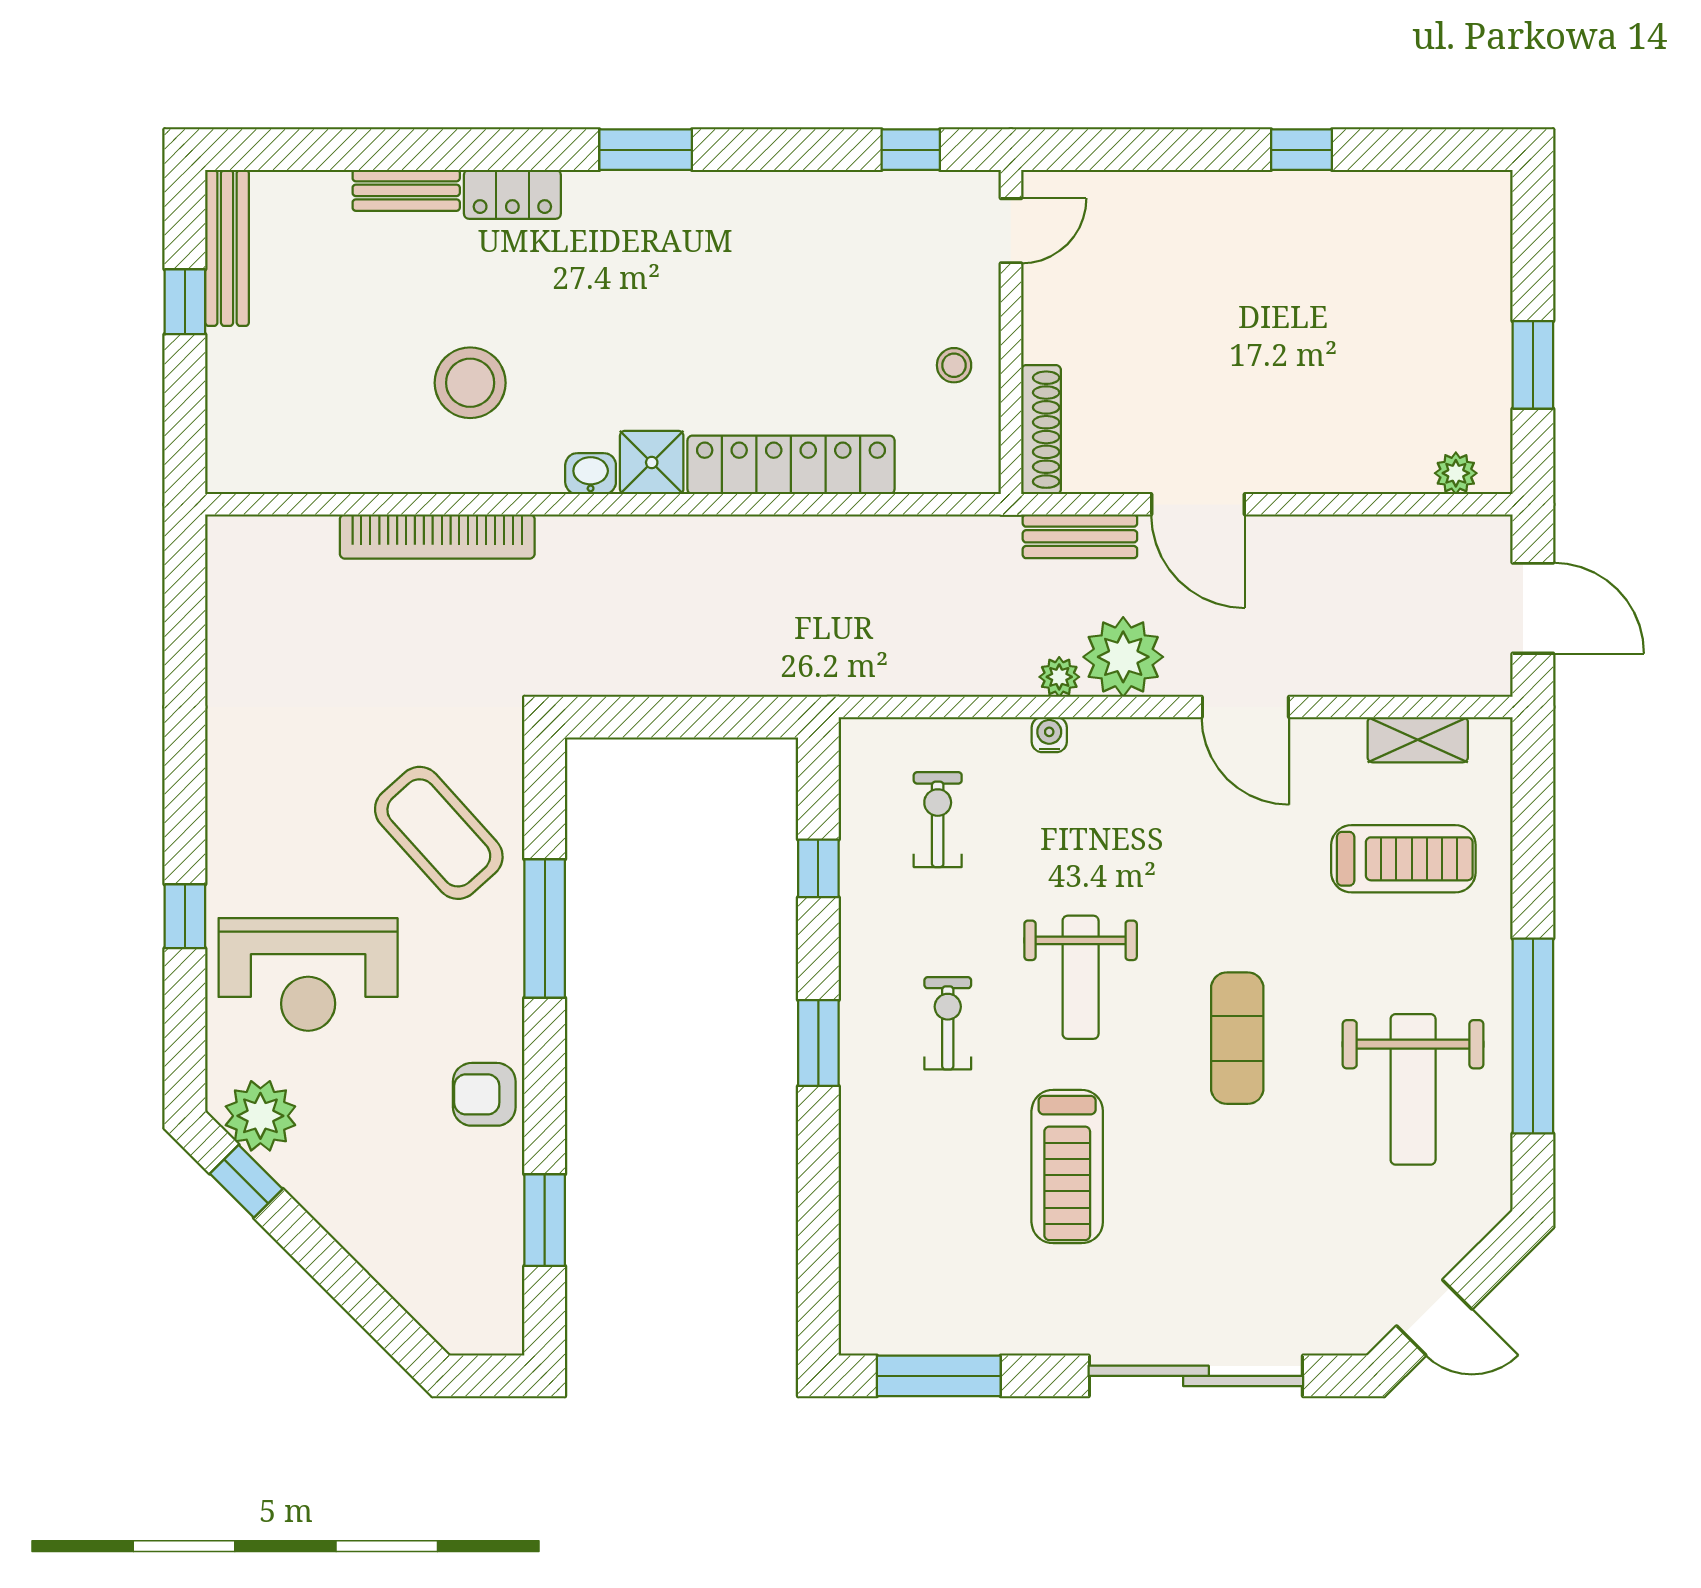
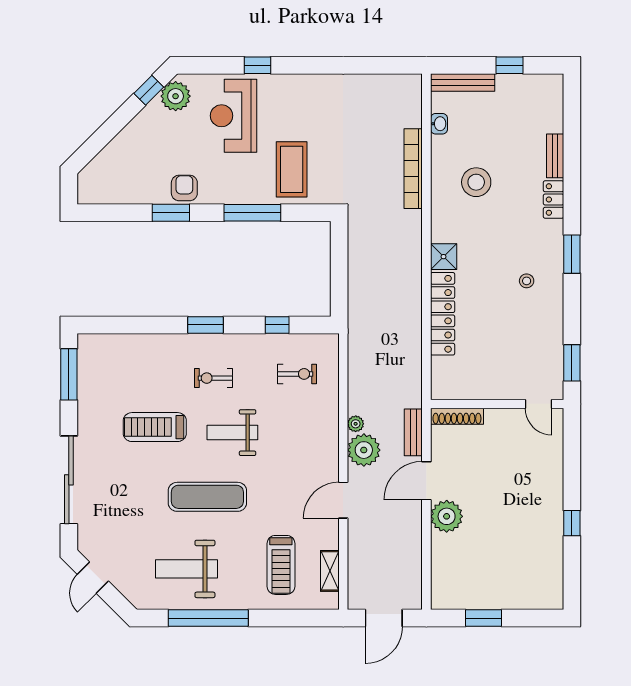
window: (911, 150) -> (572, 363), width x1.50
bench: (227, 248) -> (463, 82), moved
stool: (954, 365) -> (527, 281), moved
plant: (1456, 473) -> (447, 516), moved, width x1.87, depth x1.87
washbasin: (591, 474) -> (439, 124), moved
water cooler: (1049, 735) -> (332, 420), removed
coffee table: (439, 833) -> (292, 169), turned -48
exercise bike: (948, 1023) -> (213, 378), turned 180
exercise mat: (1237, 1038) -> (207, 497), width x1.36, depth x1.45
window: (545, 1220) -> (171, 213), moved

